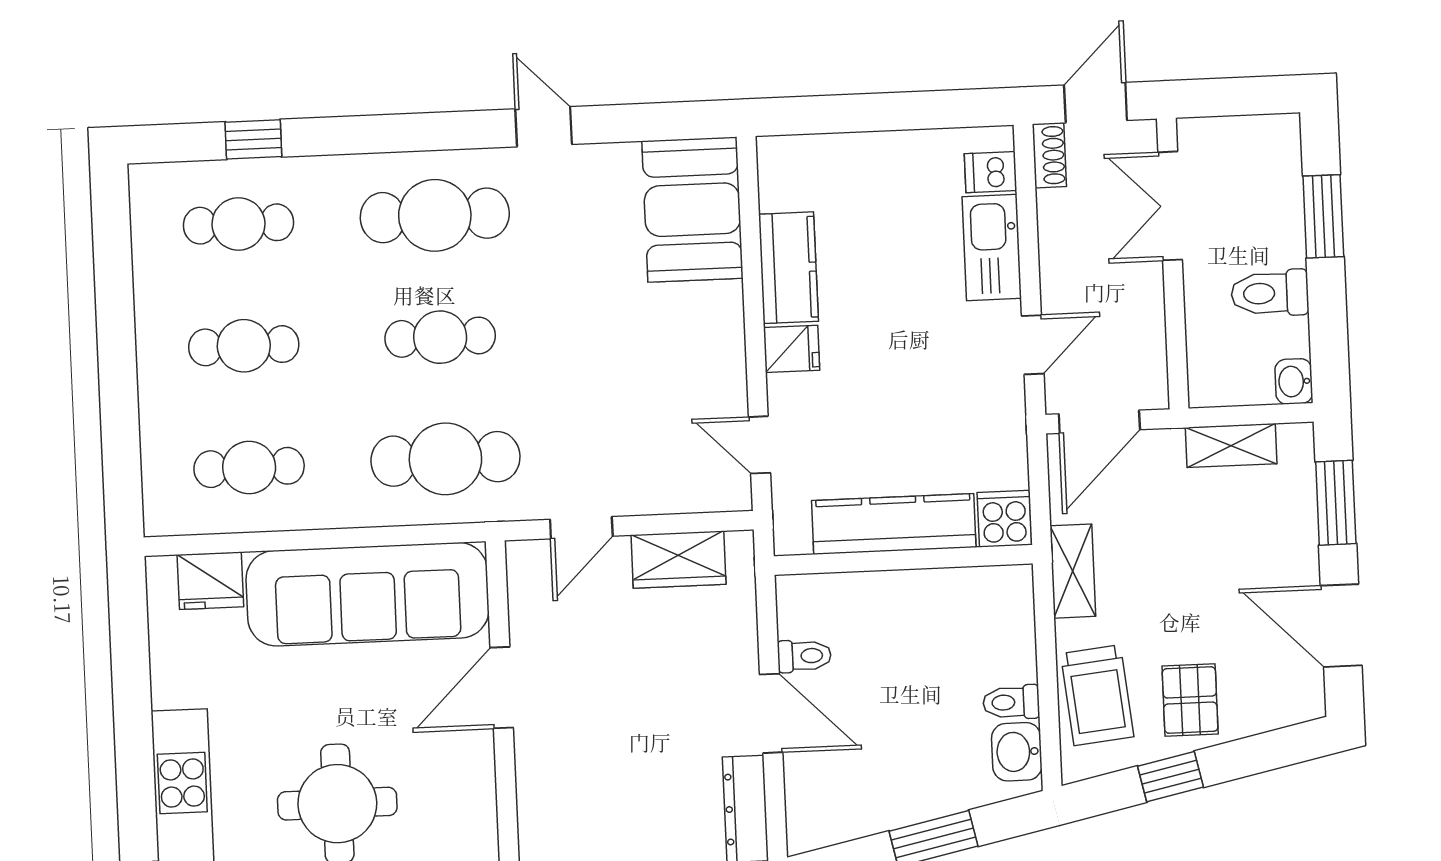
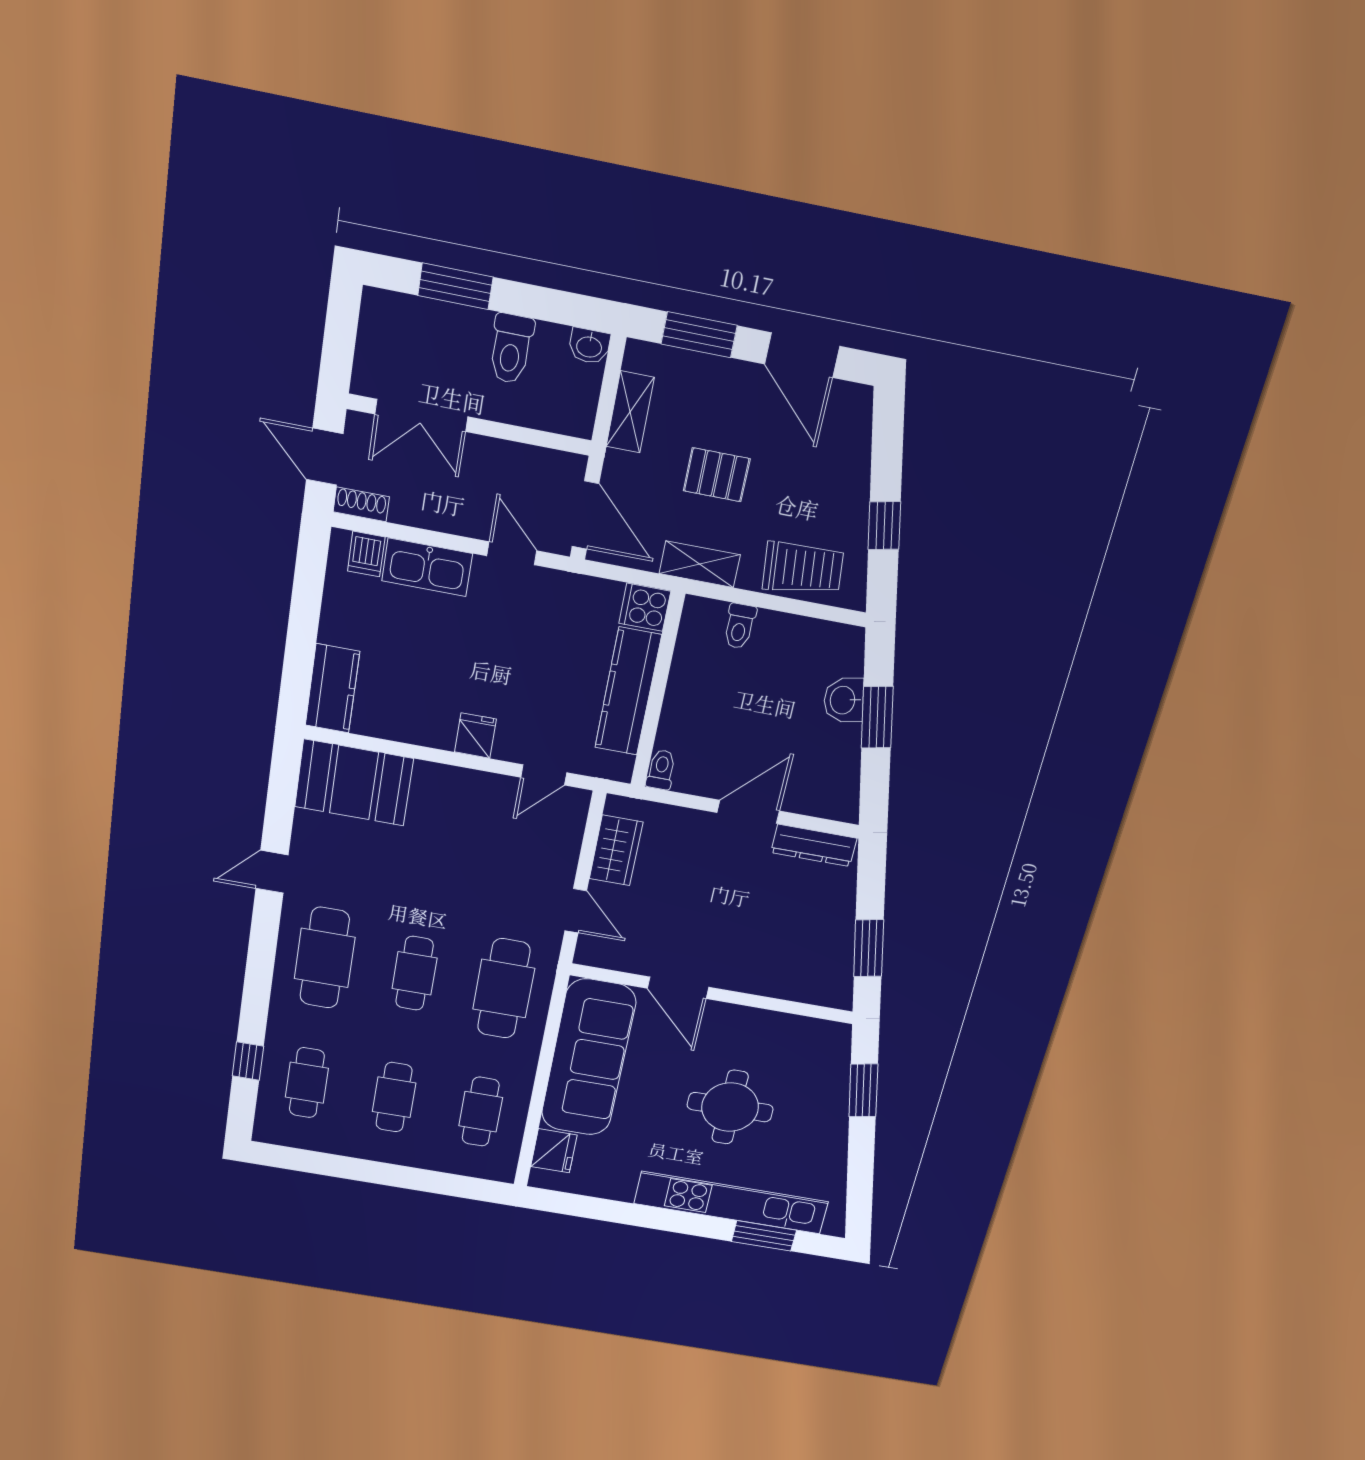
kitchen counter: (788, 268) -> (332, 688), moved, turned 90
door: (1341, 626) -> (802, 355), hinge flipped
toilet: (804, 656) -> (661, 770), moved
pallet: (1190, 700) -> (717, 475), moved
toilet: (1011, 702) -> (740, 626), moved
washbasin: (1017, 752) -> (844, 700), moved, turned 78

